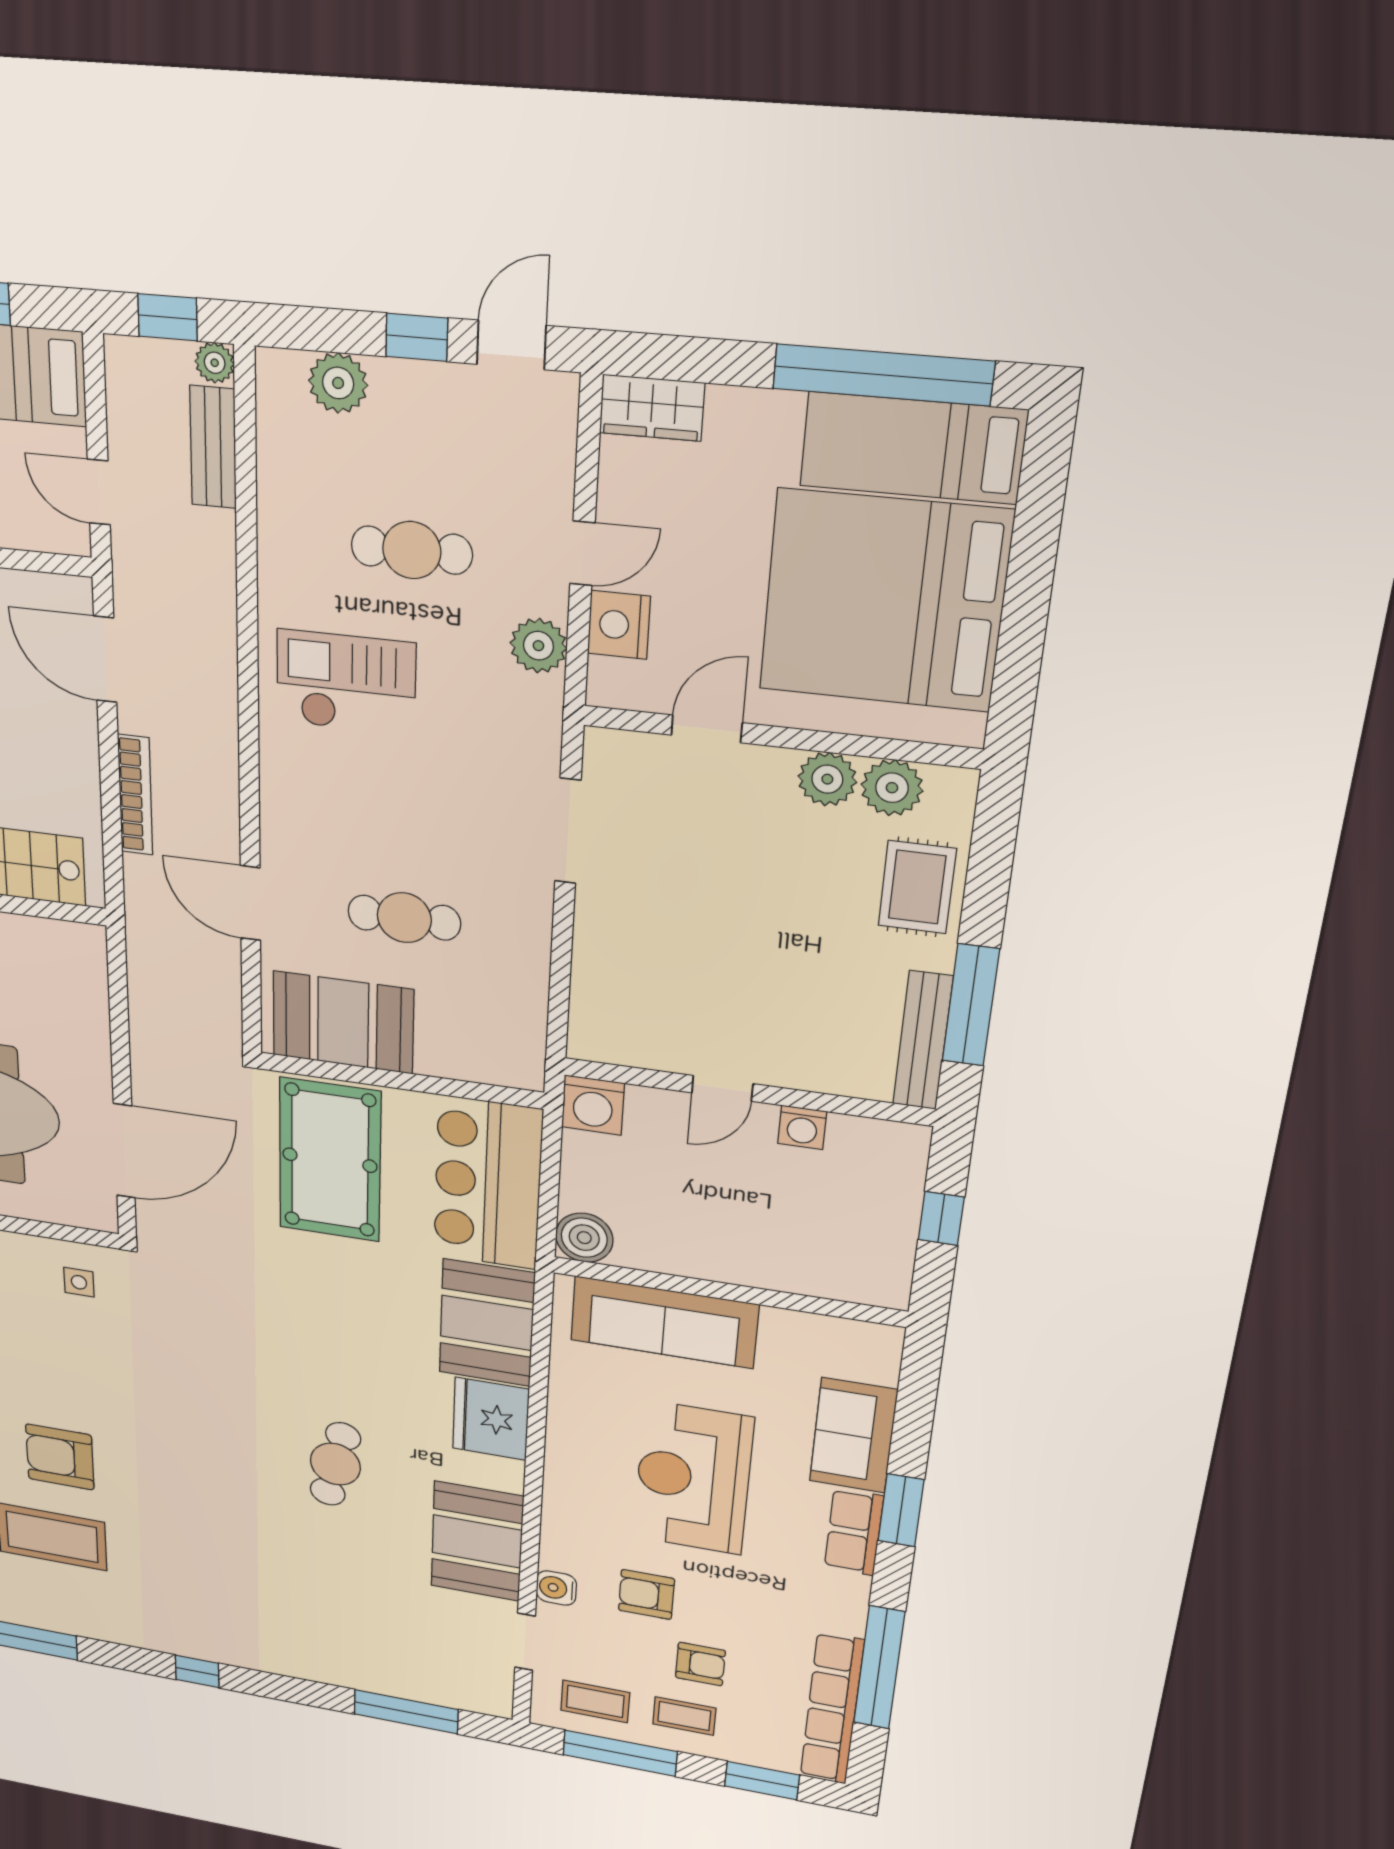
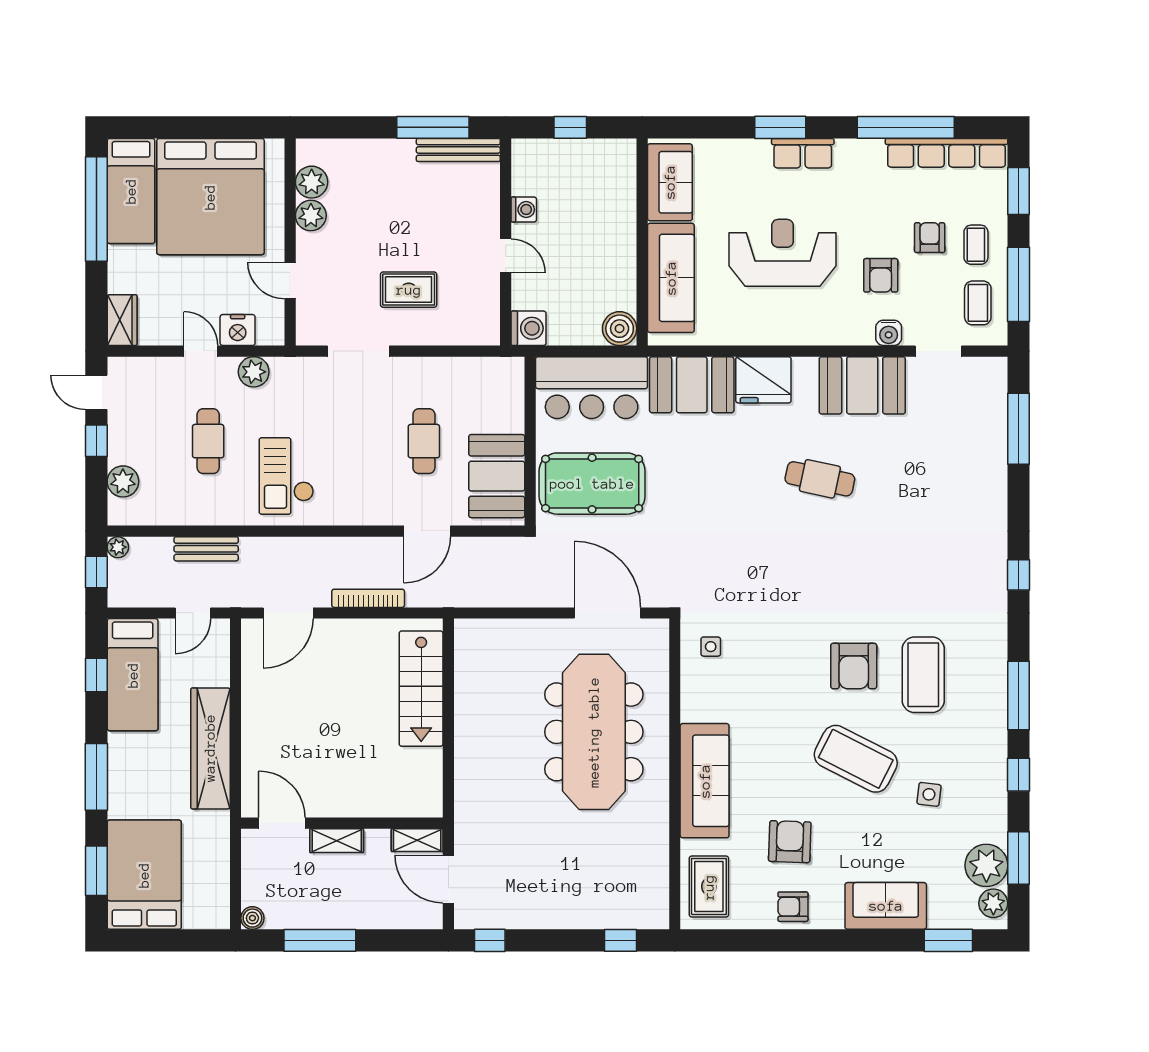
bench: (213, 447) -> (206, 549), moved
rug: (917, 887) -> (409, 290), moved
sofa: (853, 1436) -> (670, 182), moved, turned -90
reception desk: (693, 1478) -> (783, 253), turned 180

